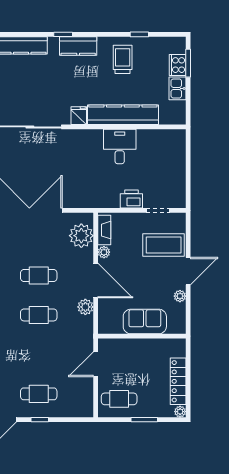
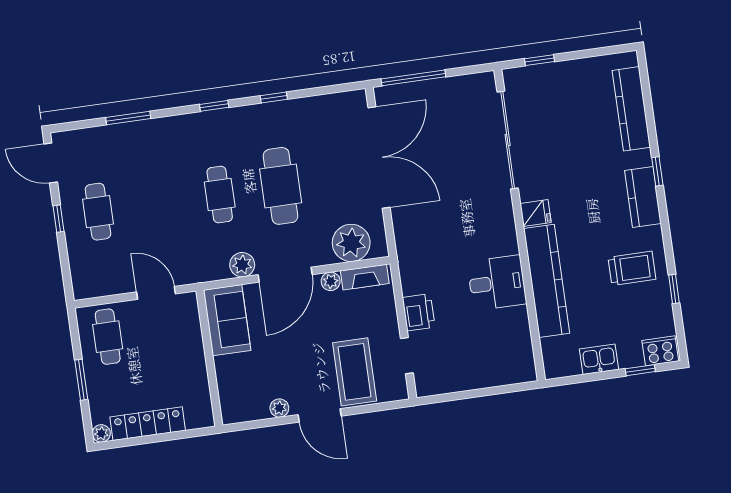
window: (188, 63) -> (640, 370), width x0.67
cooker: (178, 65) -> (660, 351), moved
cafe table: (39, 275) -> (281, 186), width x1.37, depth x1.35
sofa: (145, 322) -> (227, 320), moved

